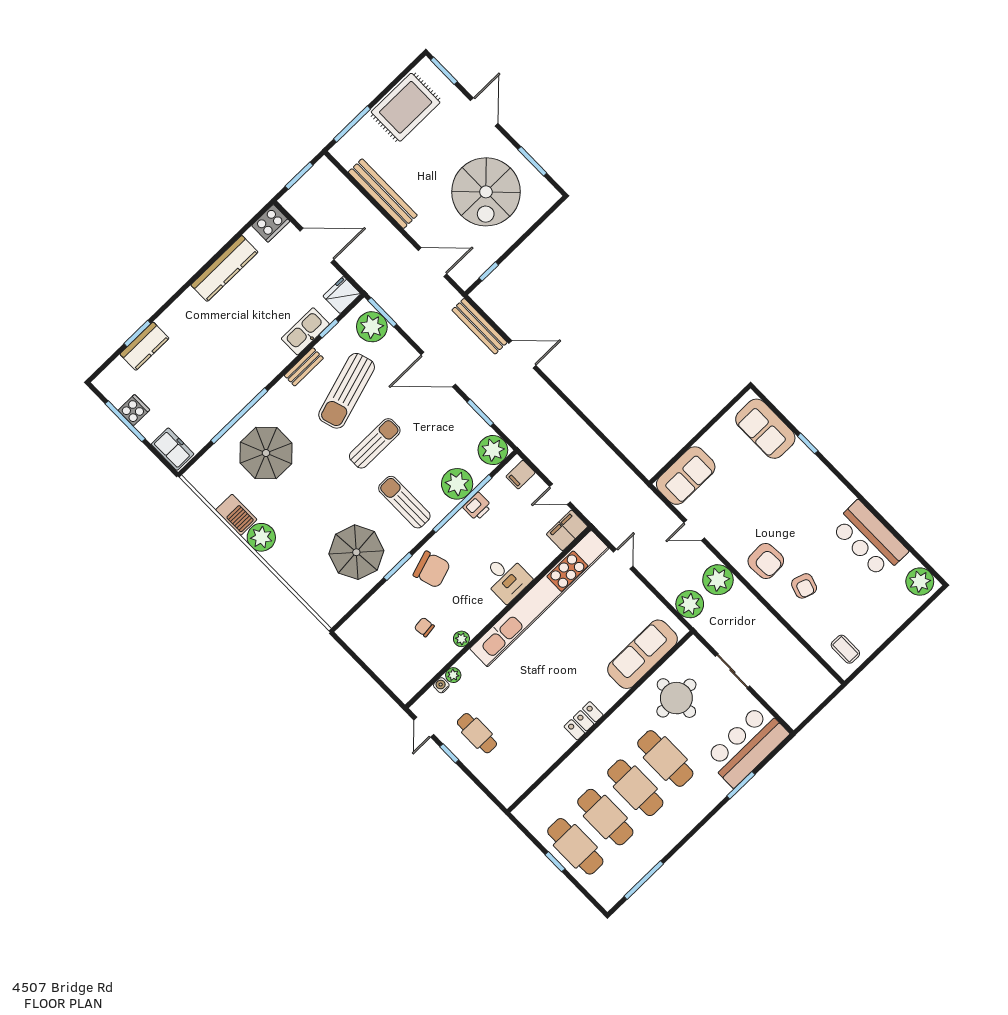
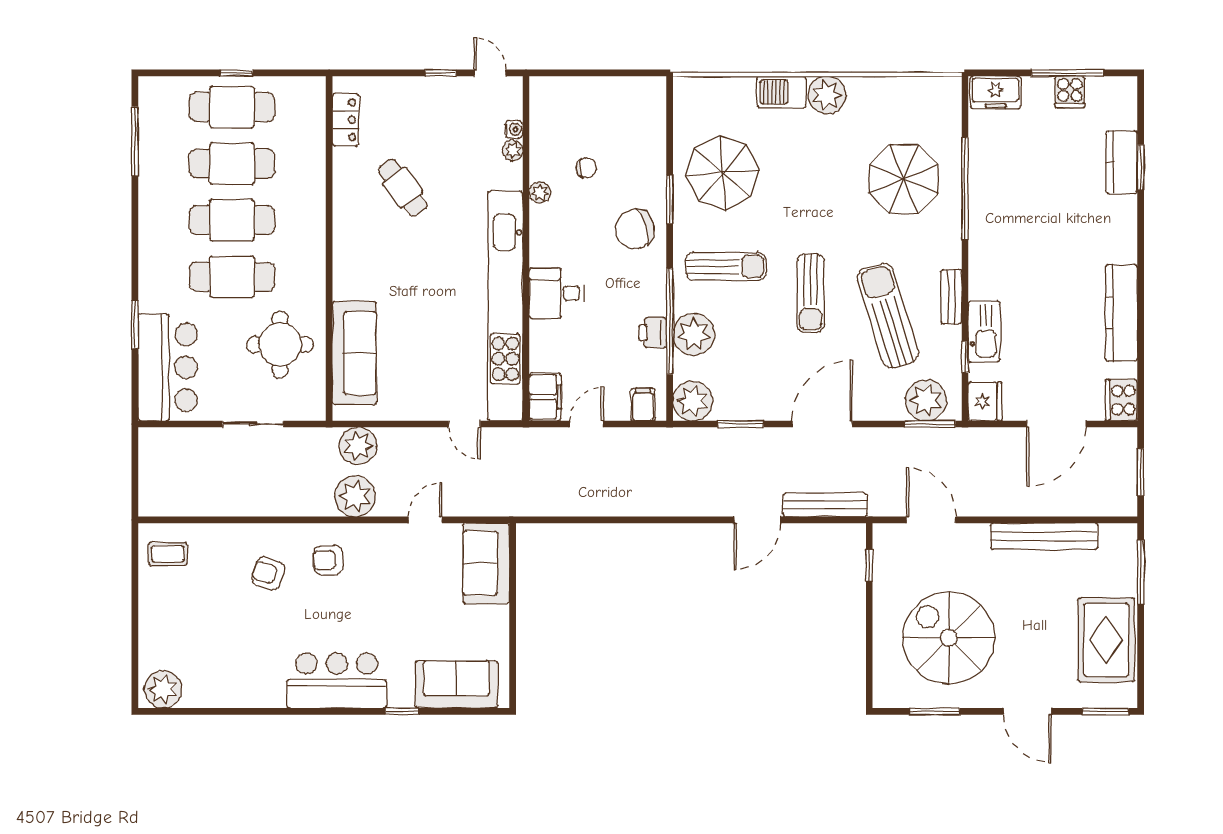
door: (433, 262) -> (931, 520), swing flipped
barbecue: (236, 515) -> (781, 92), moved
bar counter: (869, 539) -> (337, 681), moved
armchair: (766, 561) -> (328, 560), width x0.72, depth x0.72
locker: (584, 721) -> (346, 120), moved
cafe table: (477, 733) -> (403, 188), moved, turned 54

